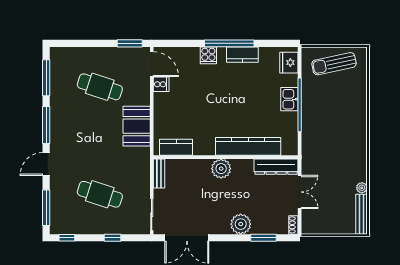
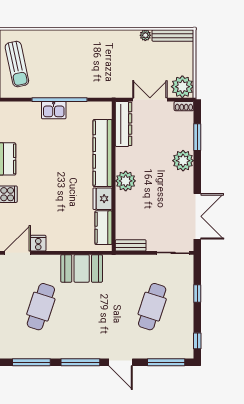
fridge: (289, 63) -> (103, 199), moved, turned 90
plant: (312, 223) -> (182, 87), added

